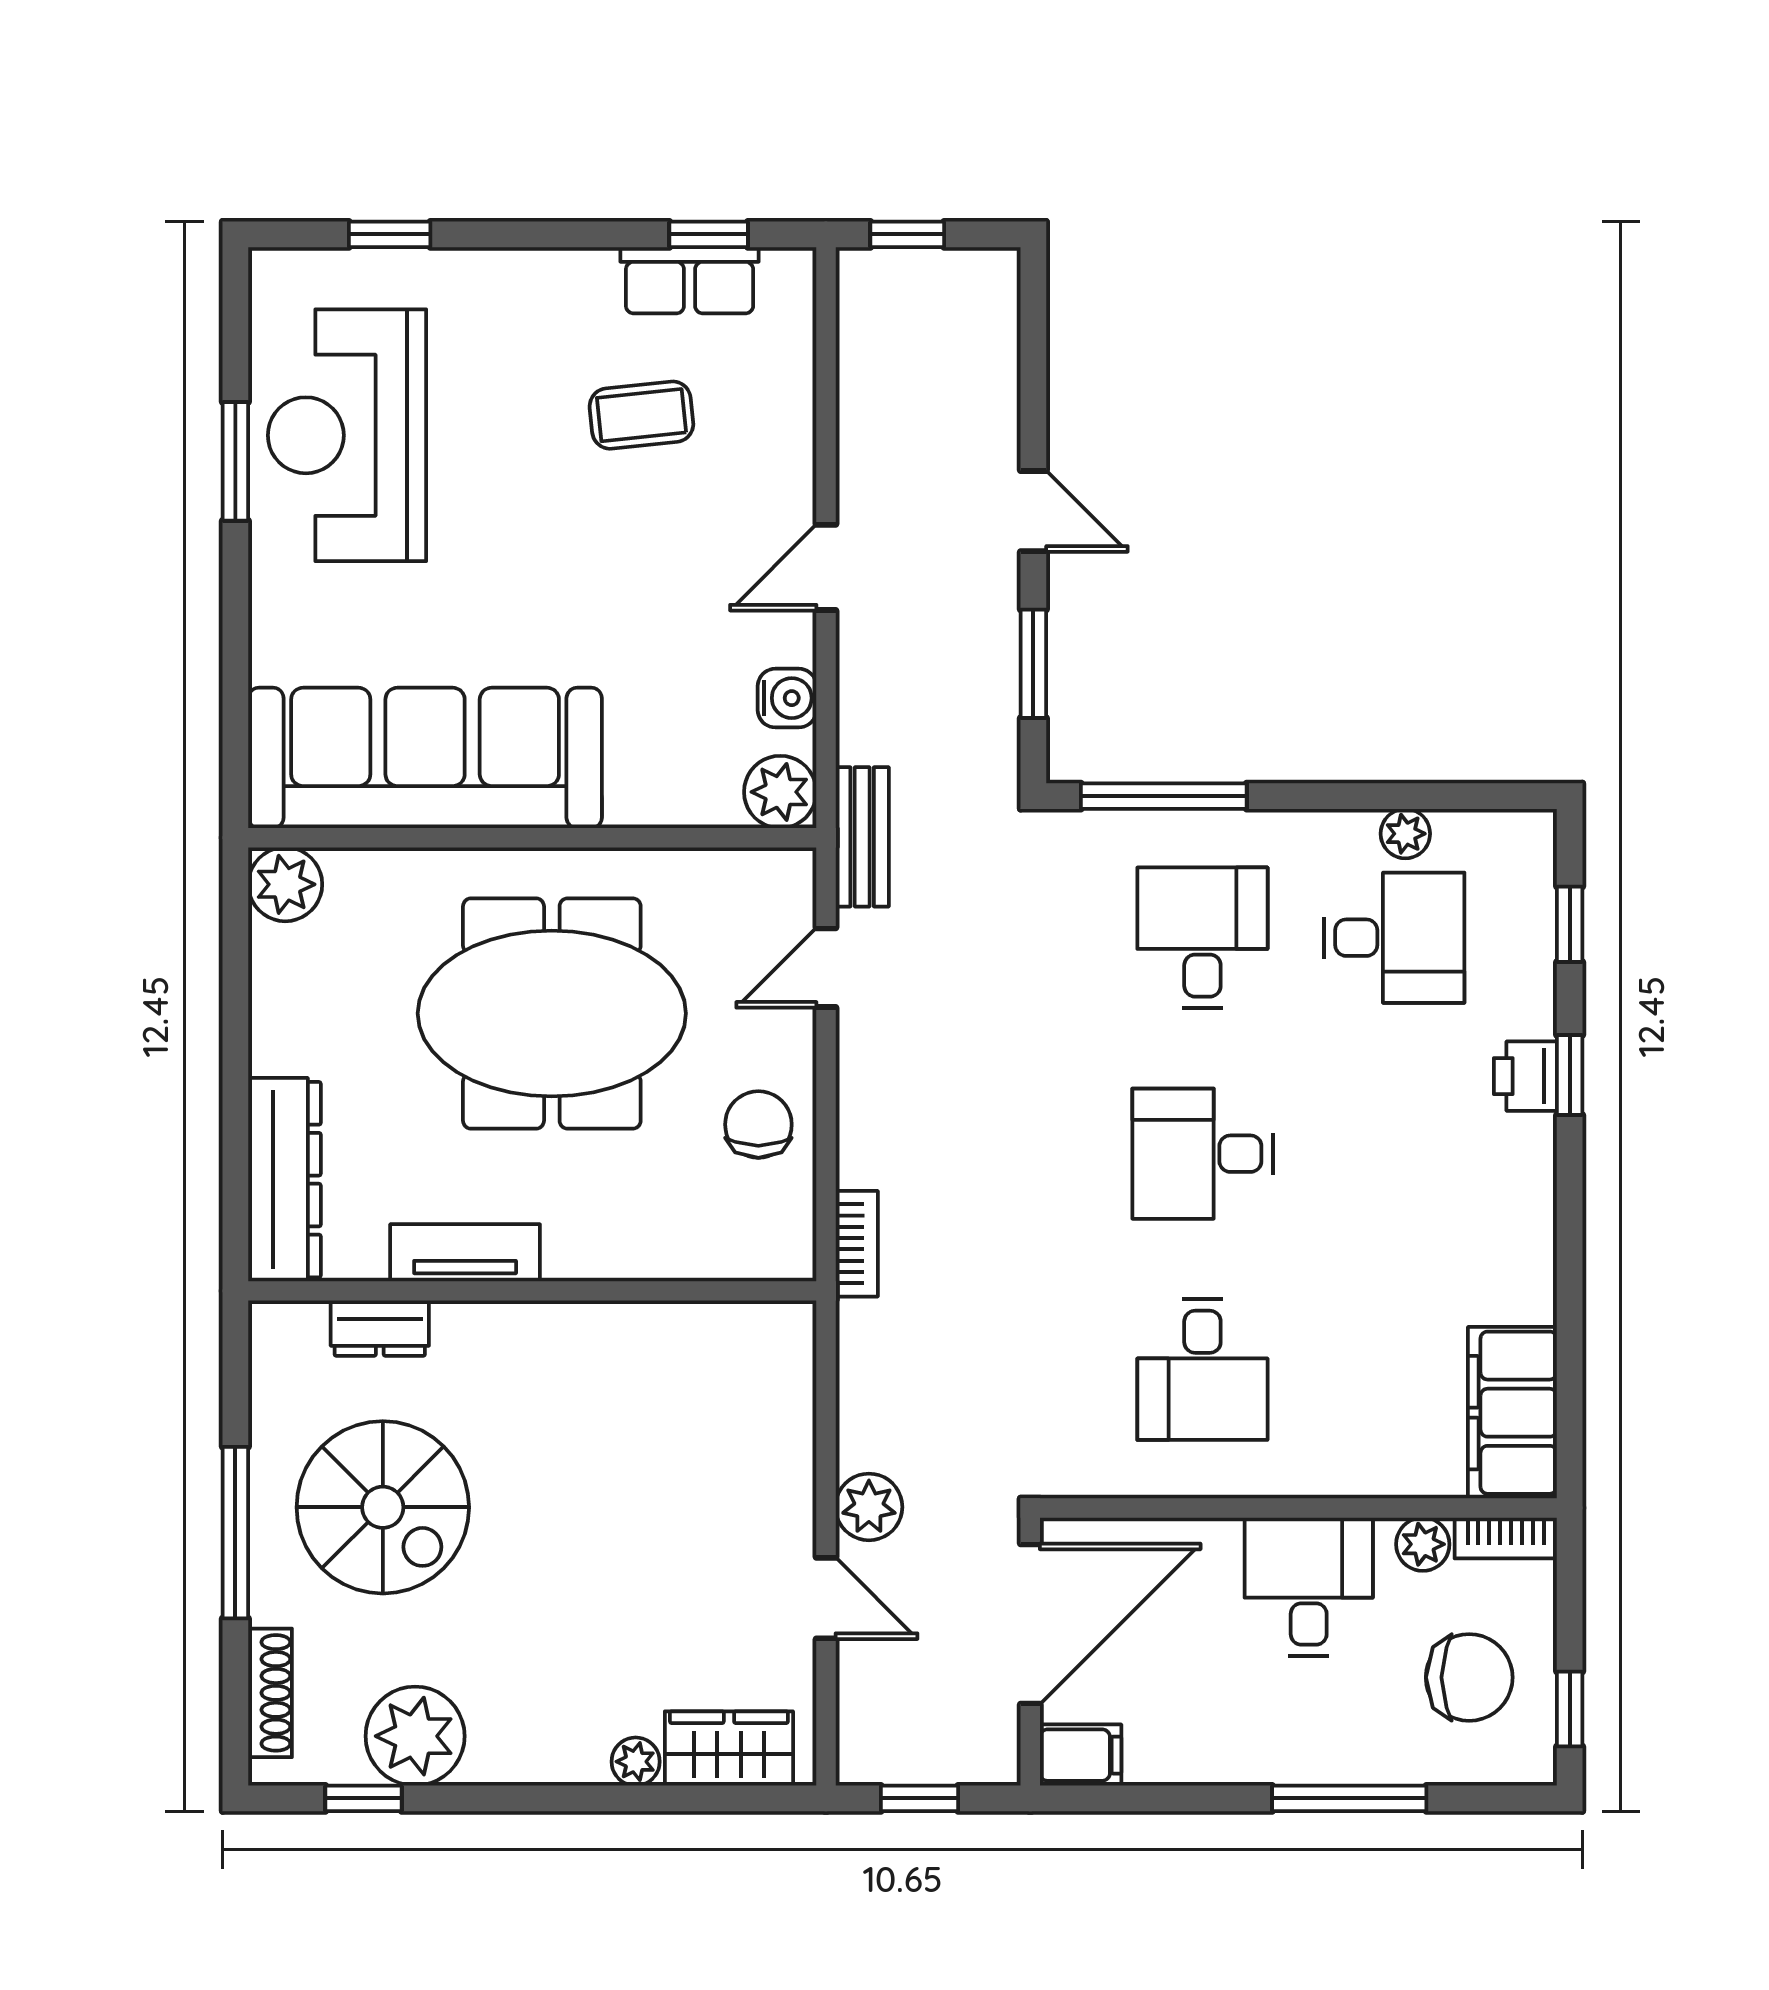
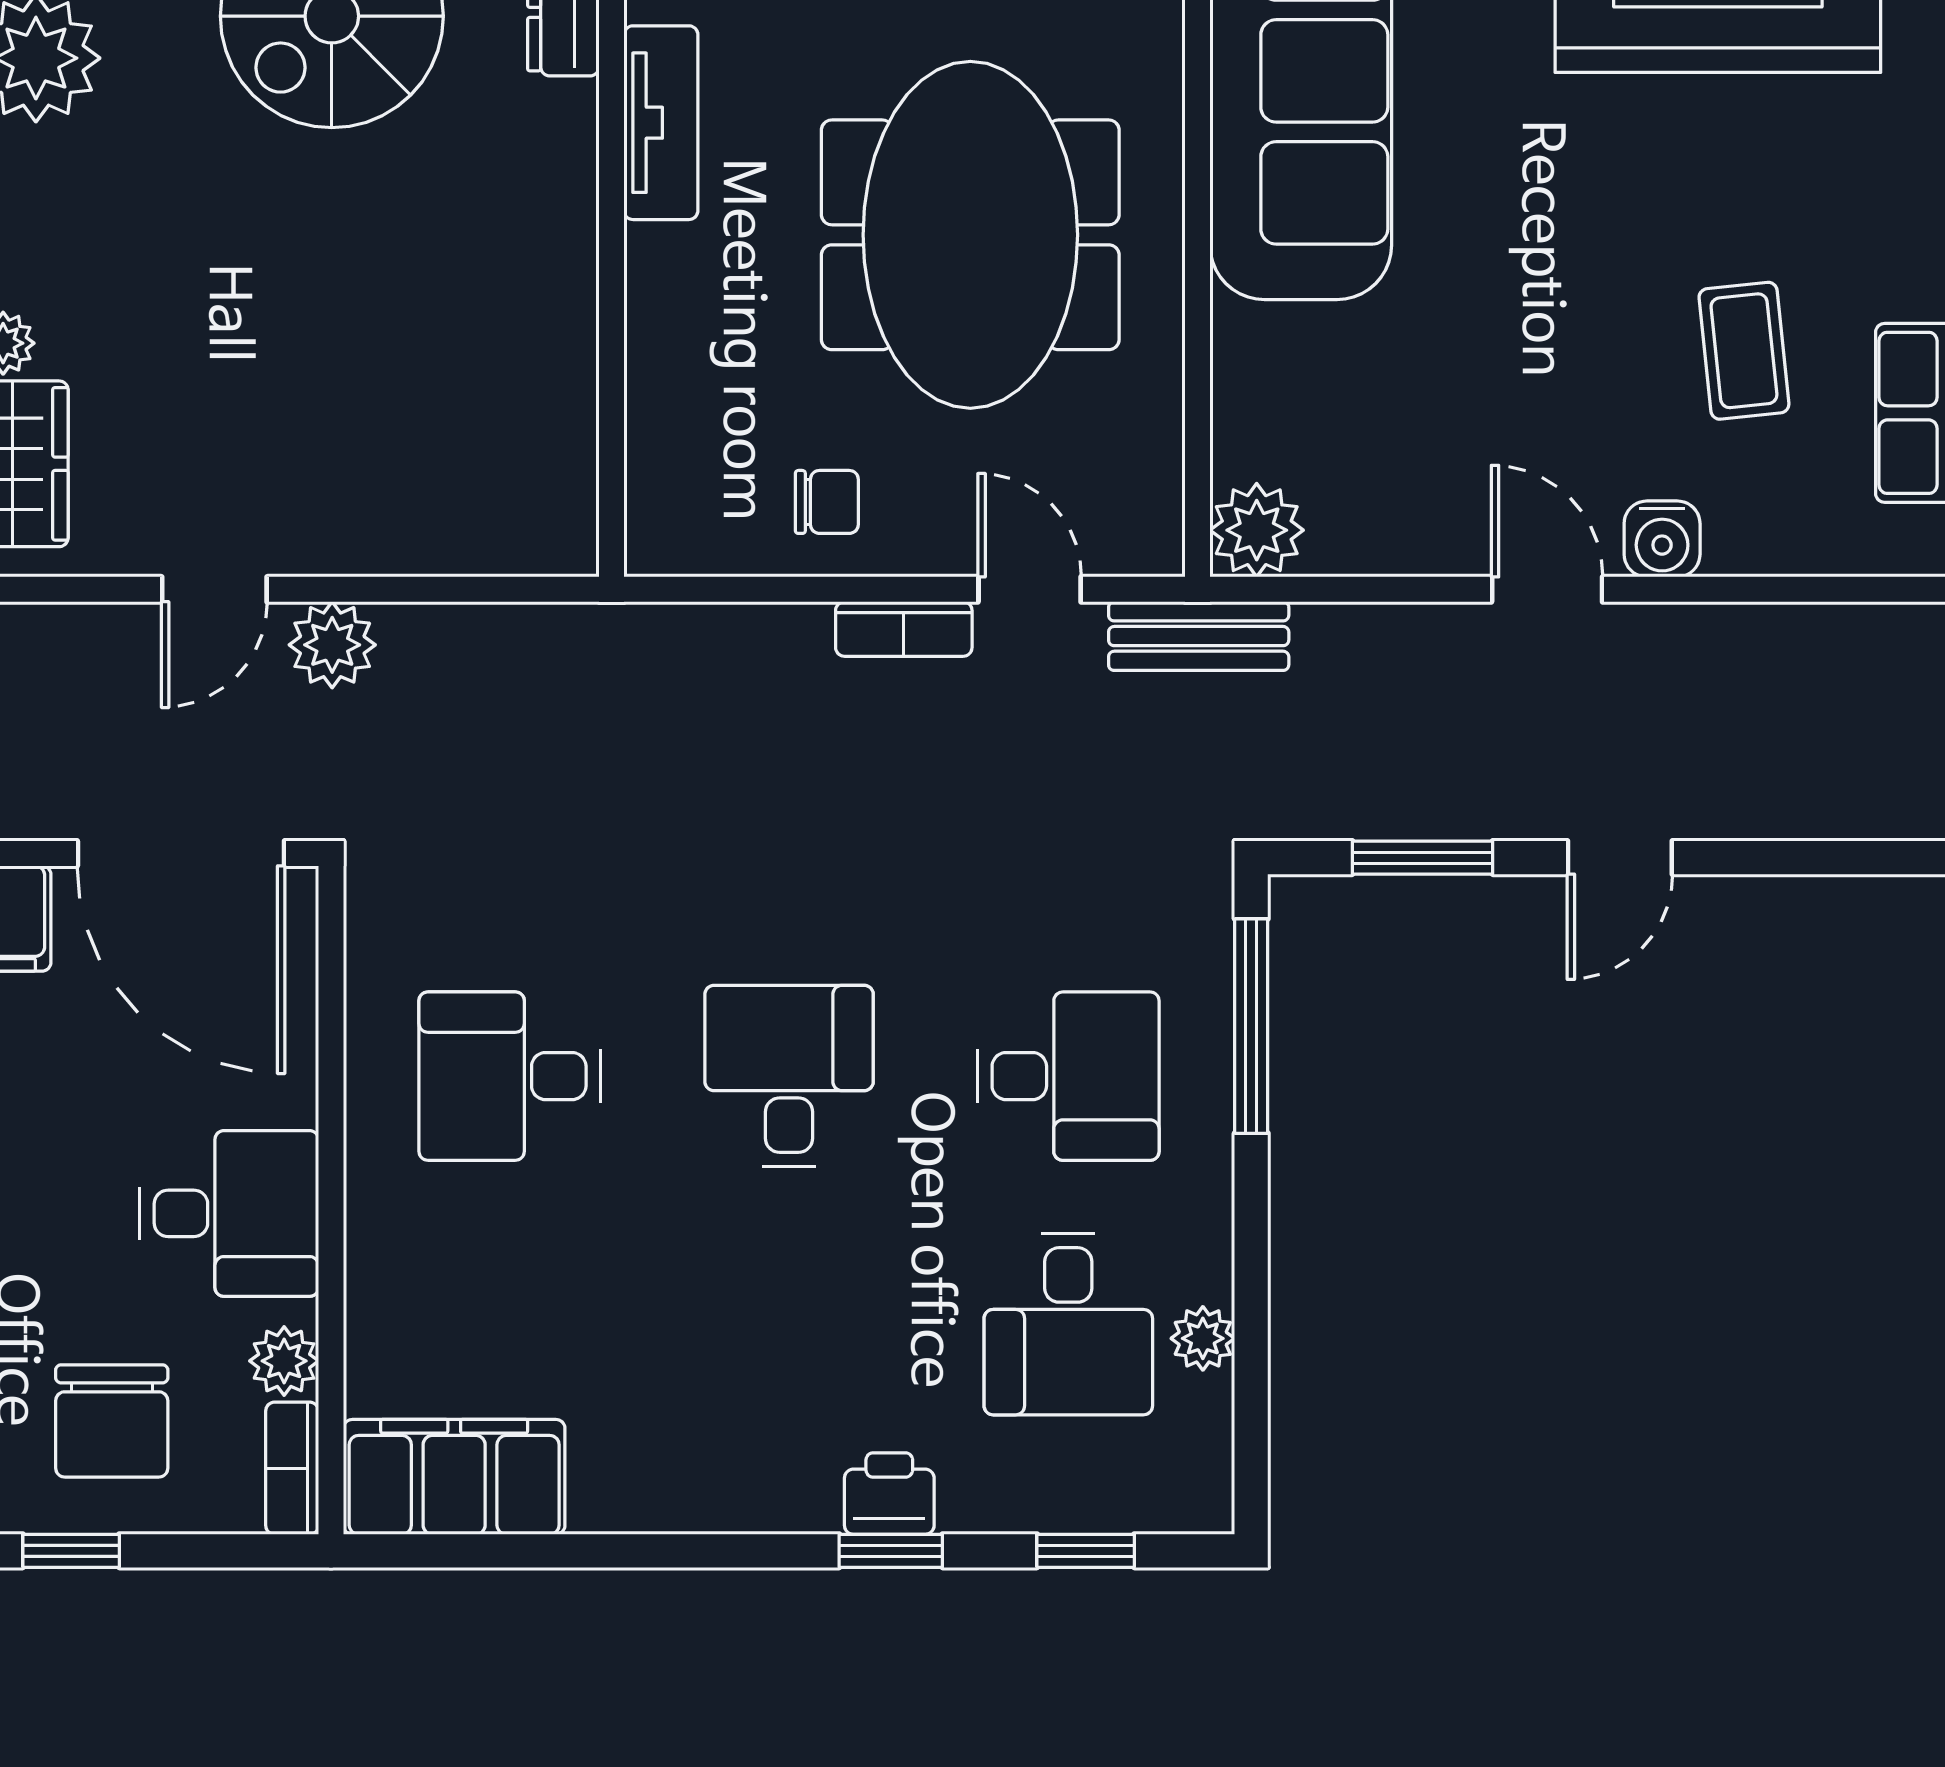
water cooler: (787, 698) -> (1662, 539), moved
chair: (758, 1124) -> (827, 502), width x0.73, depth x0.73
bookcase: (857, 1244) -> (904, 629), moved

